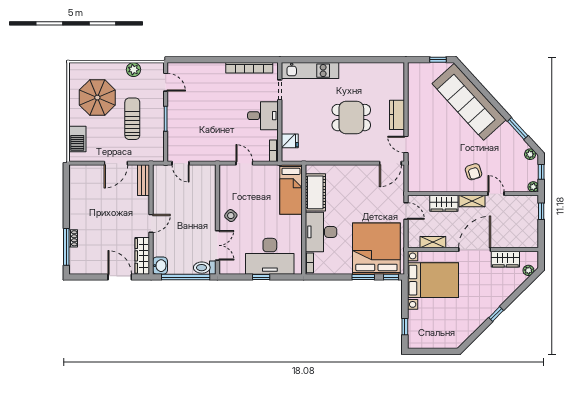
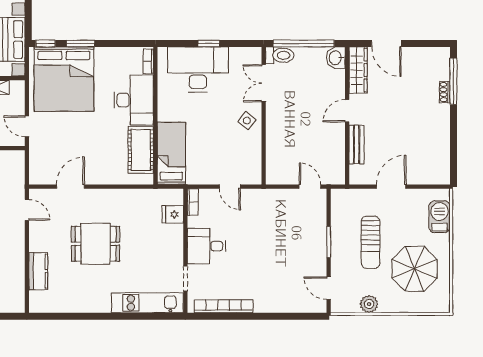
kitchen counter: (397, 115) -> (38, 271), moved
door: (390, 163) -> (71, 187), moved
bench: (144, 180) -> (356, 144), moved

